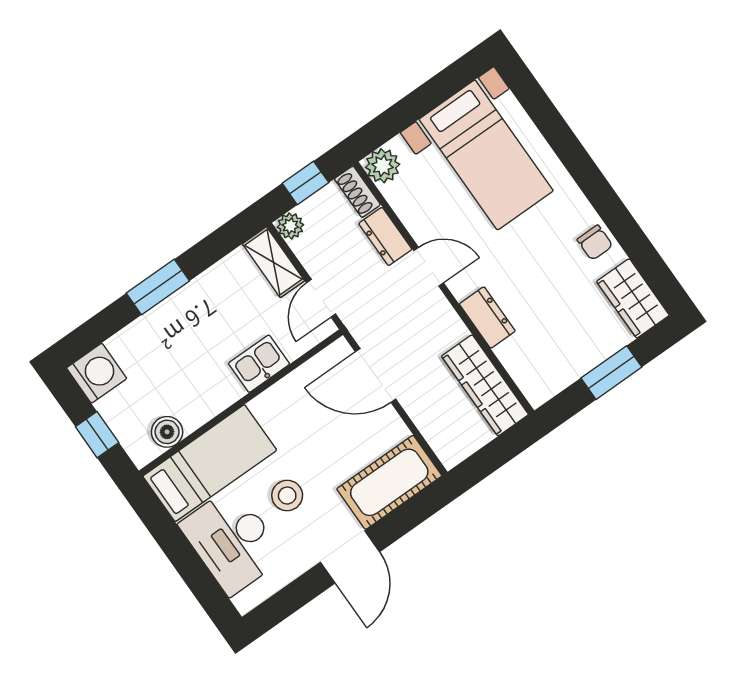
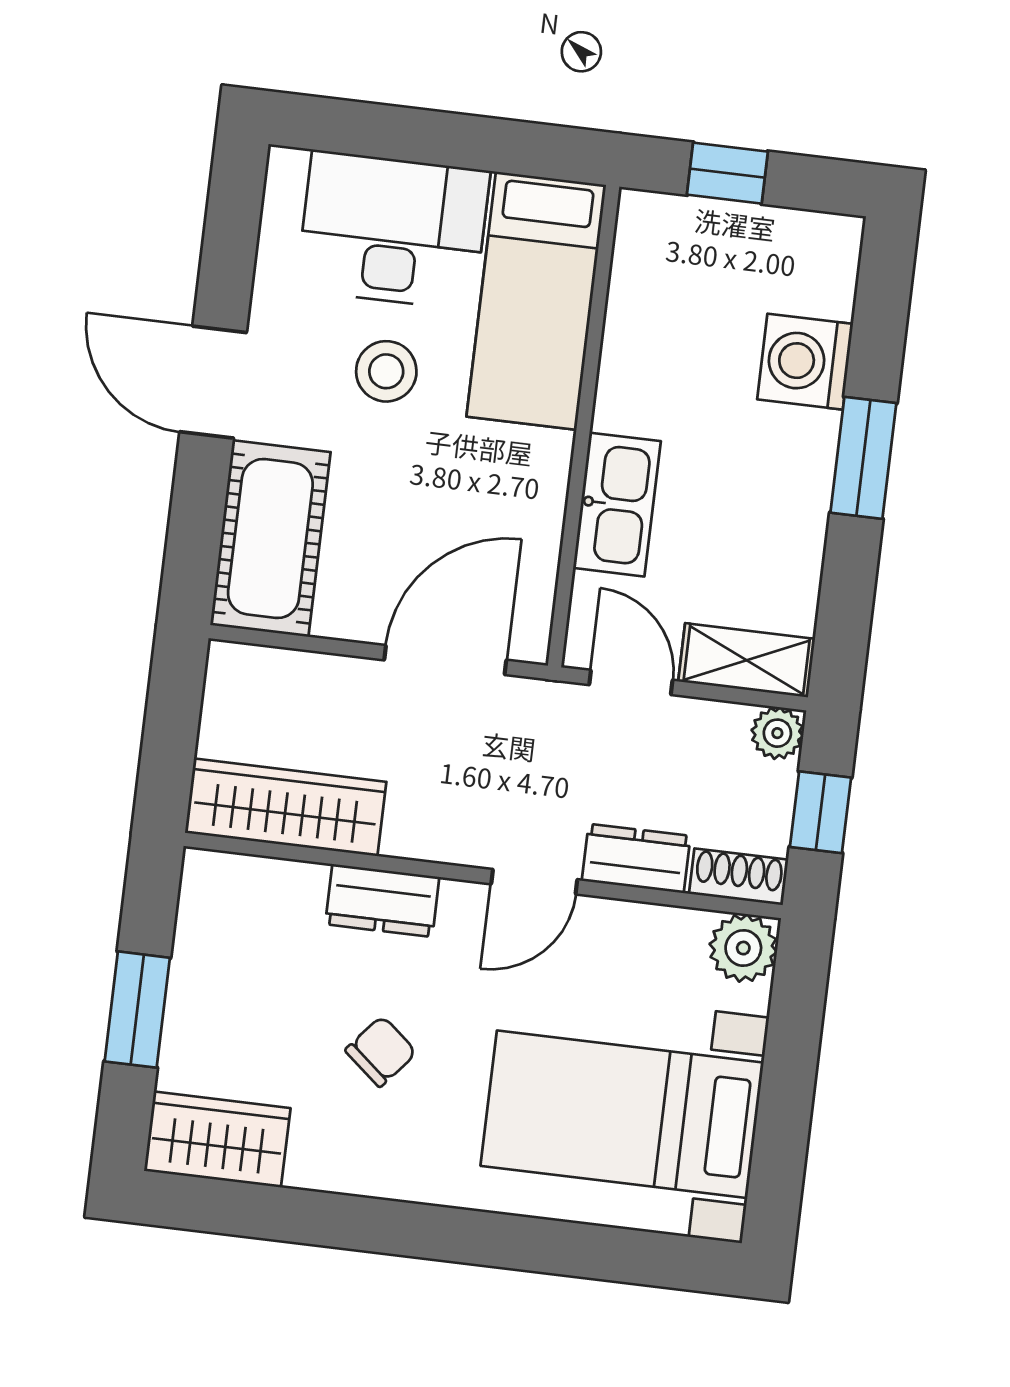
chair: (595, 243) -> (381, 1051), moved, turned 130
kitchen sink: (259, 364) -> (617, 505), width x1.38
washing machine: (97, 373) -> (805, 362), moved, turned 90
boiler: (167, 432) -> (639, 279), removed

